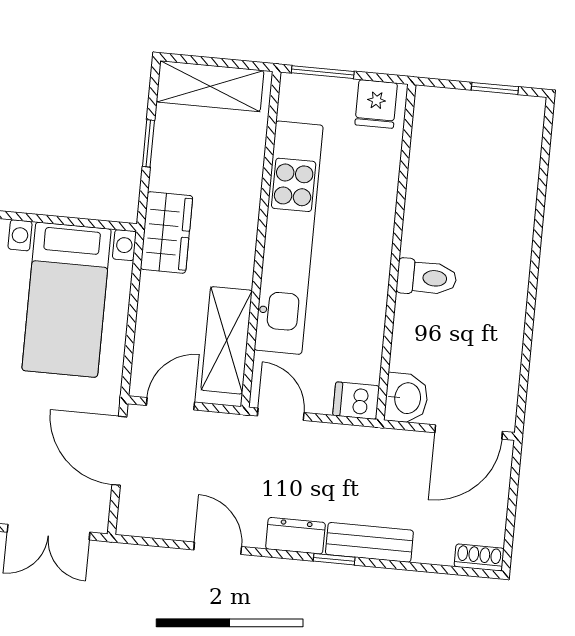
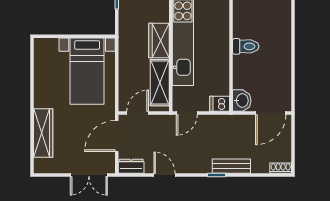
wardrobe: (167, 232) -> (159, 41), moved, turned 180
door: (281, 414) -> (187, 113), swing flipped
door: (119, 451) -> (117, 136), hinge flipped
dresser: (295, 536) -> (131, 166), moved

